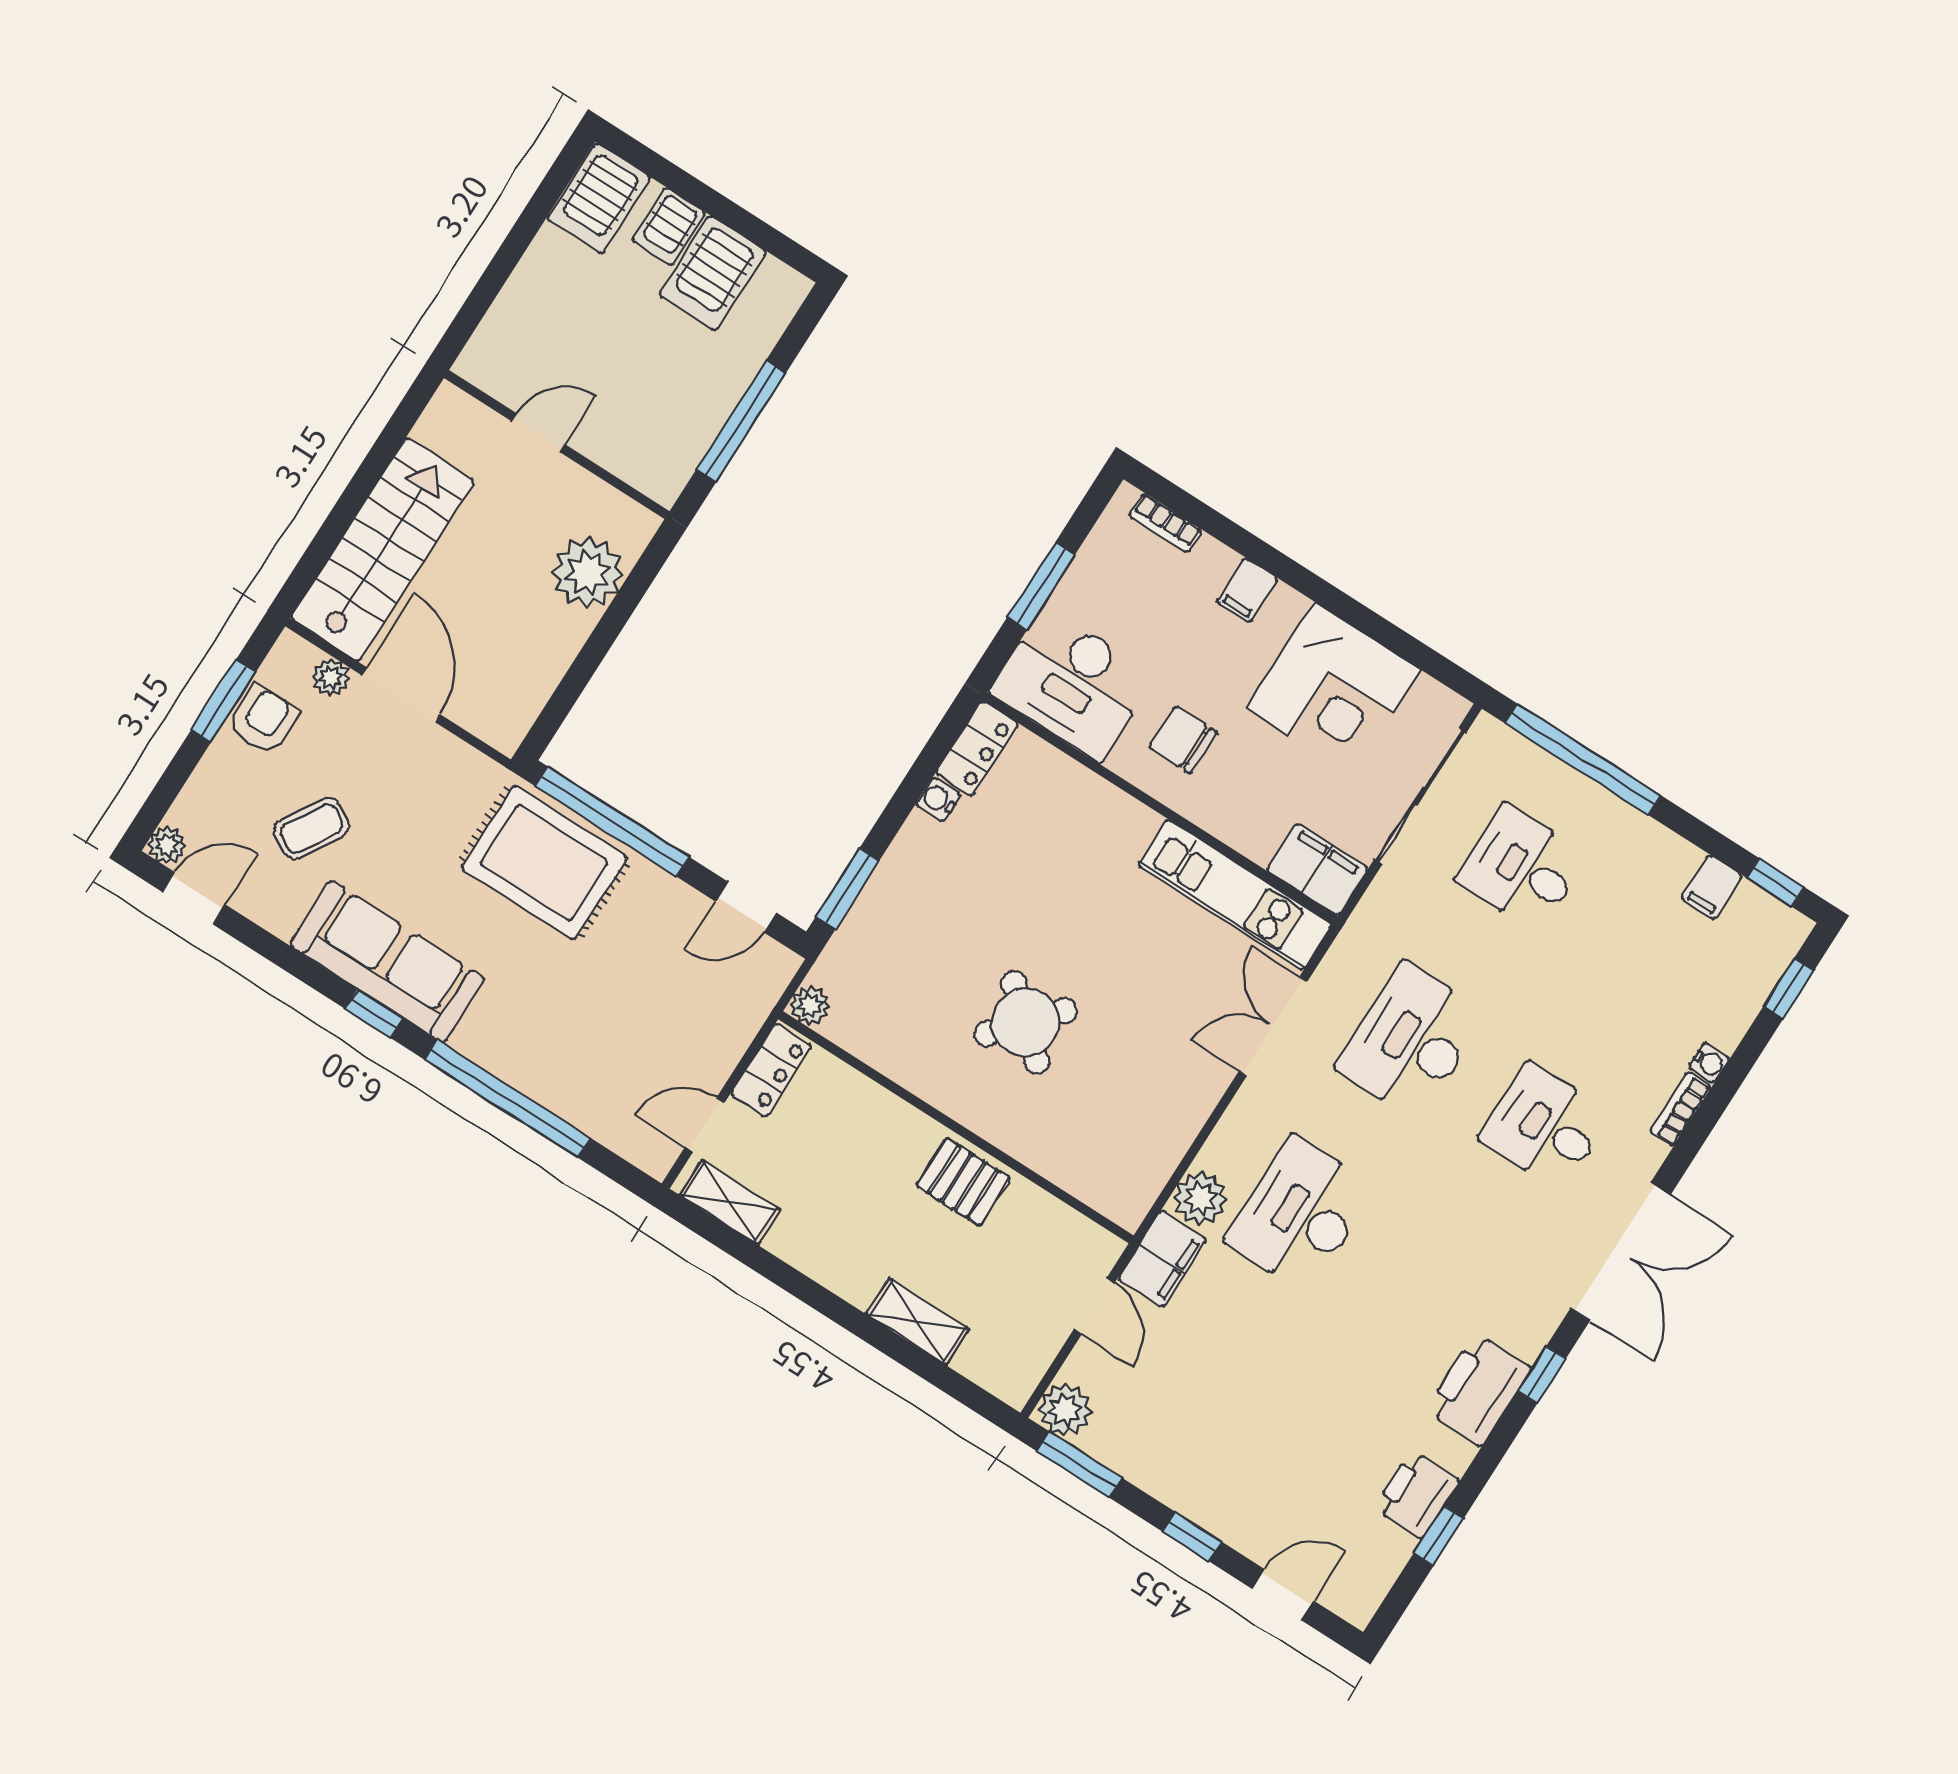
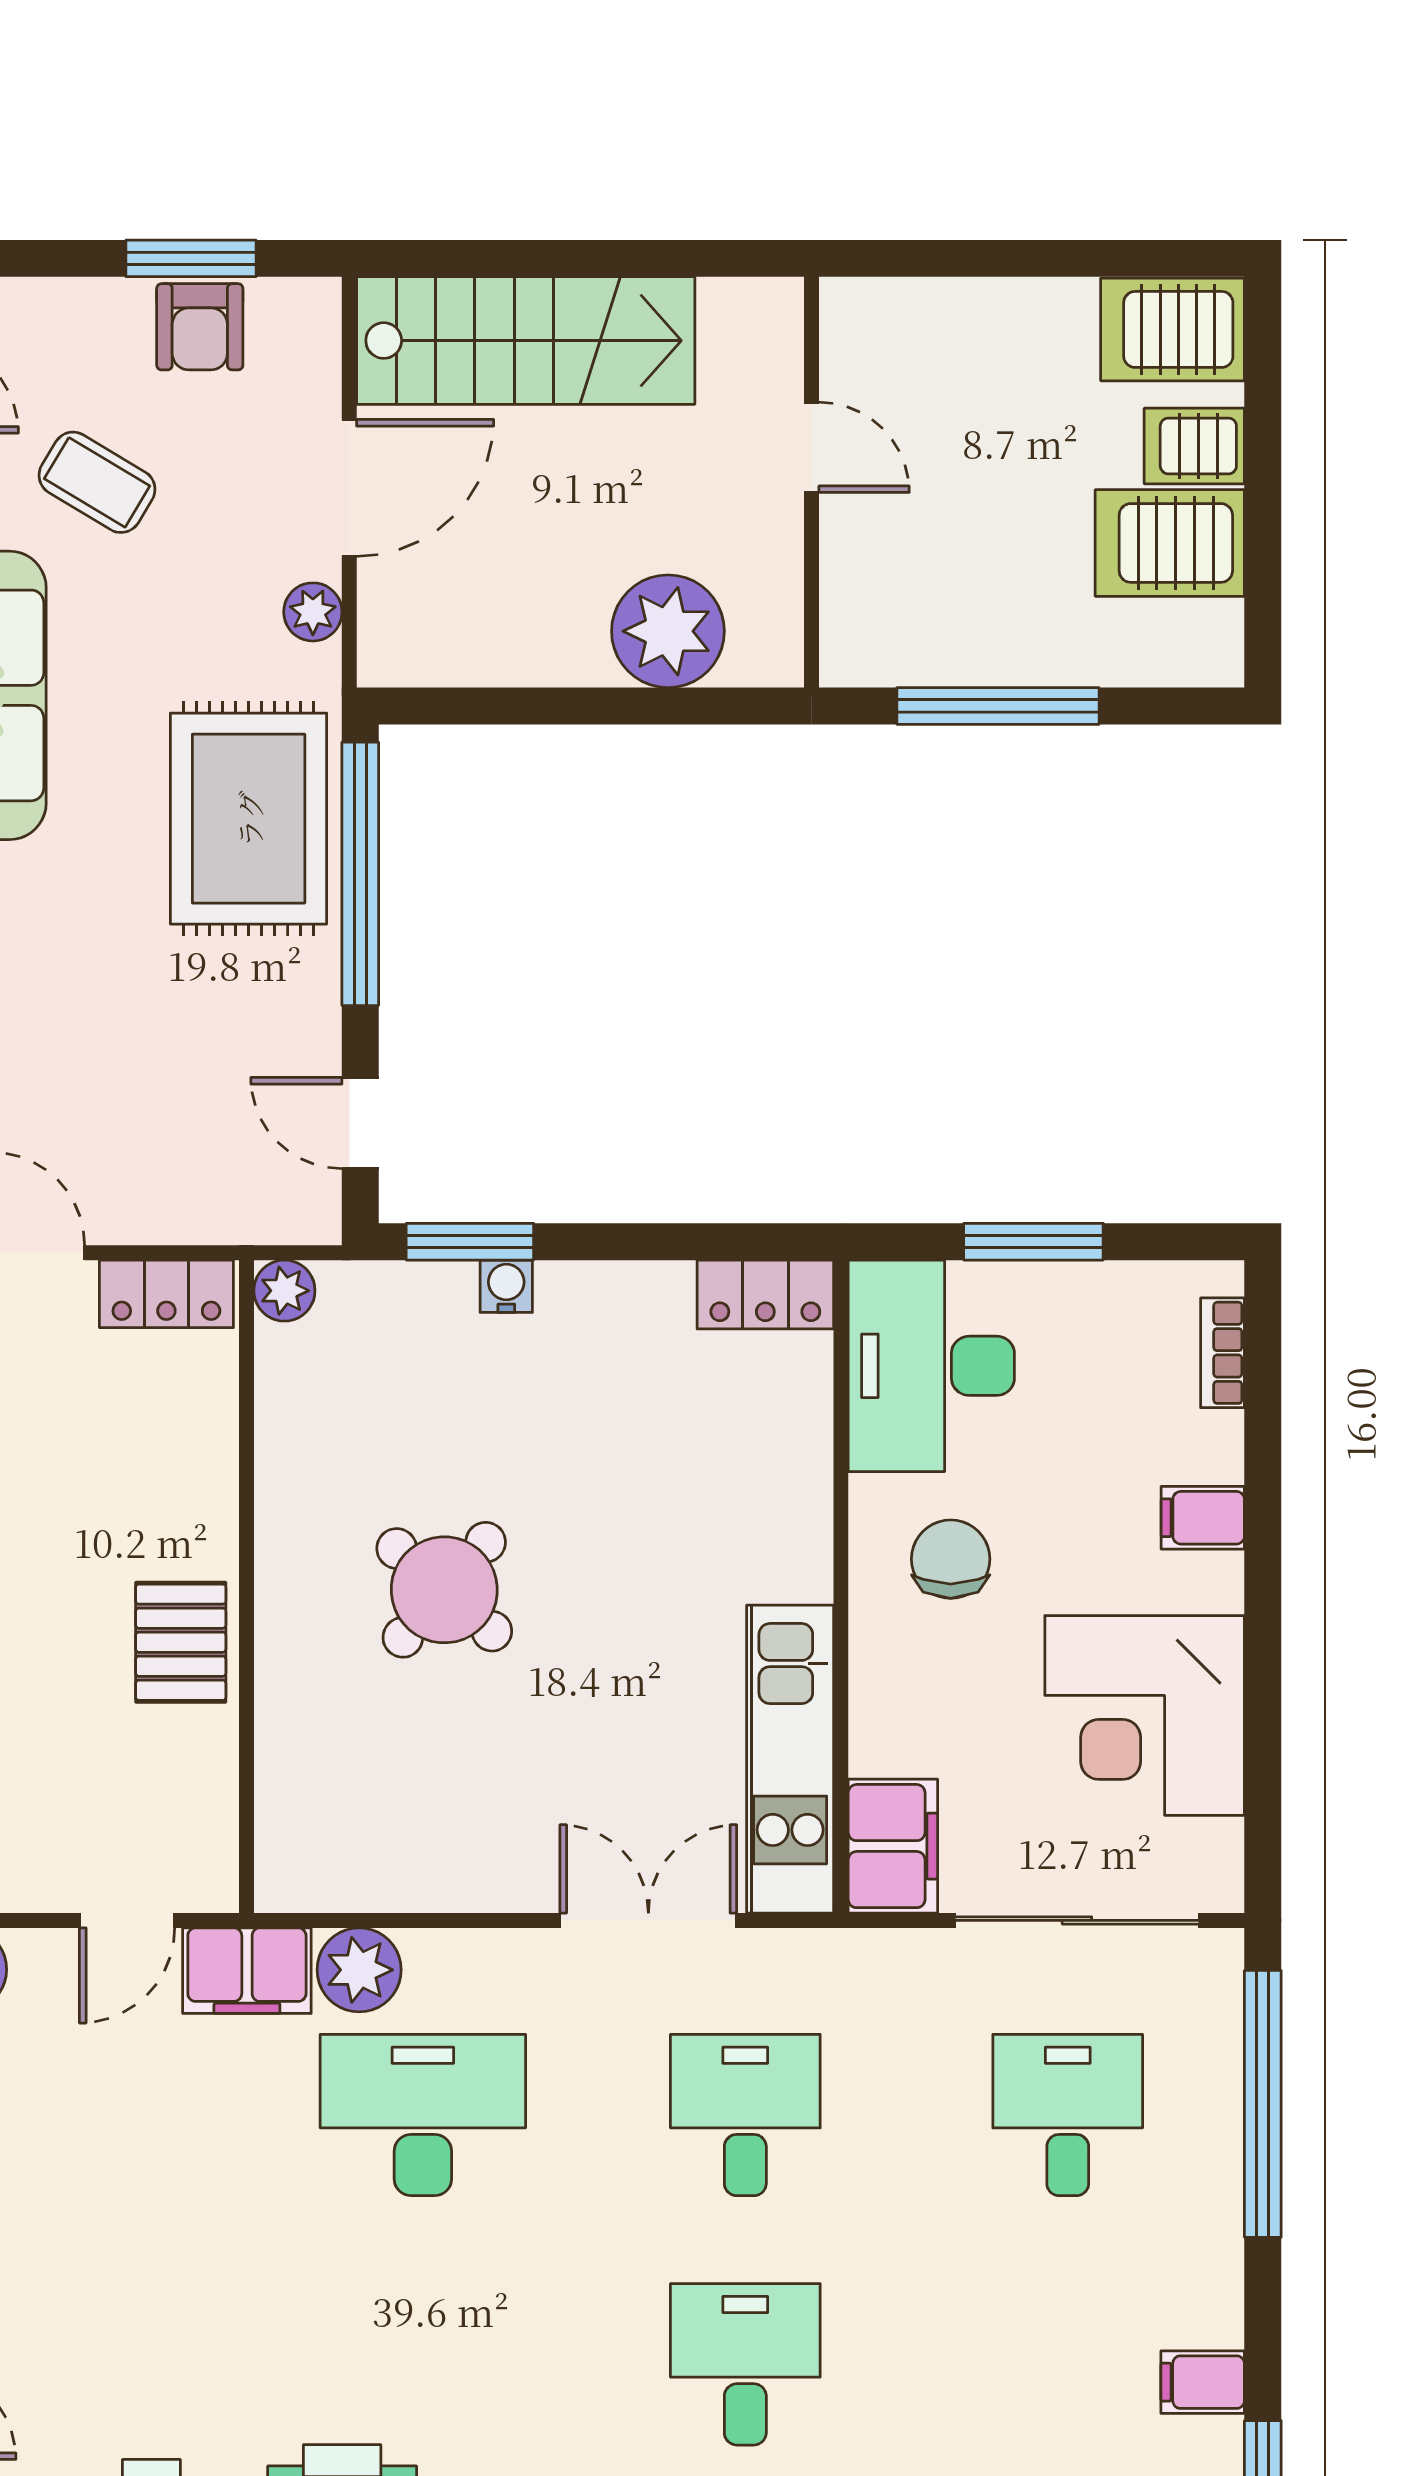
plant: (331, 677) -> (313, 612), moved
armchair: (263, 720) -> (200, 327), turned 90
water cooler: (938, 799) -> (506, 1286), moved
desk: (1411, 1041) -> (745, 2115), width x0.73

